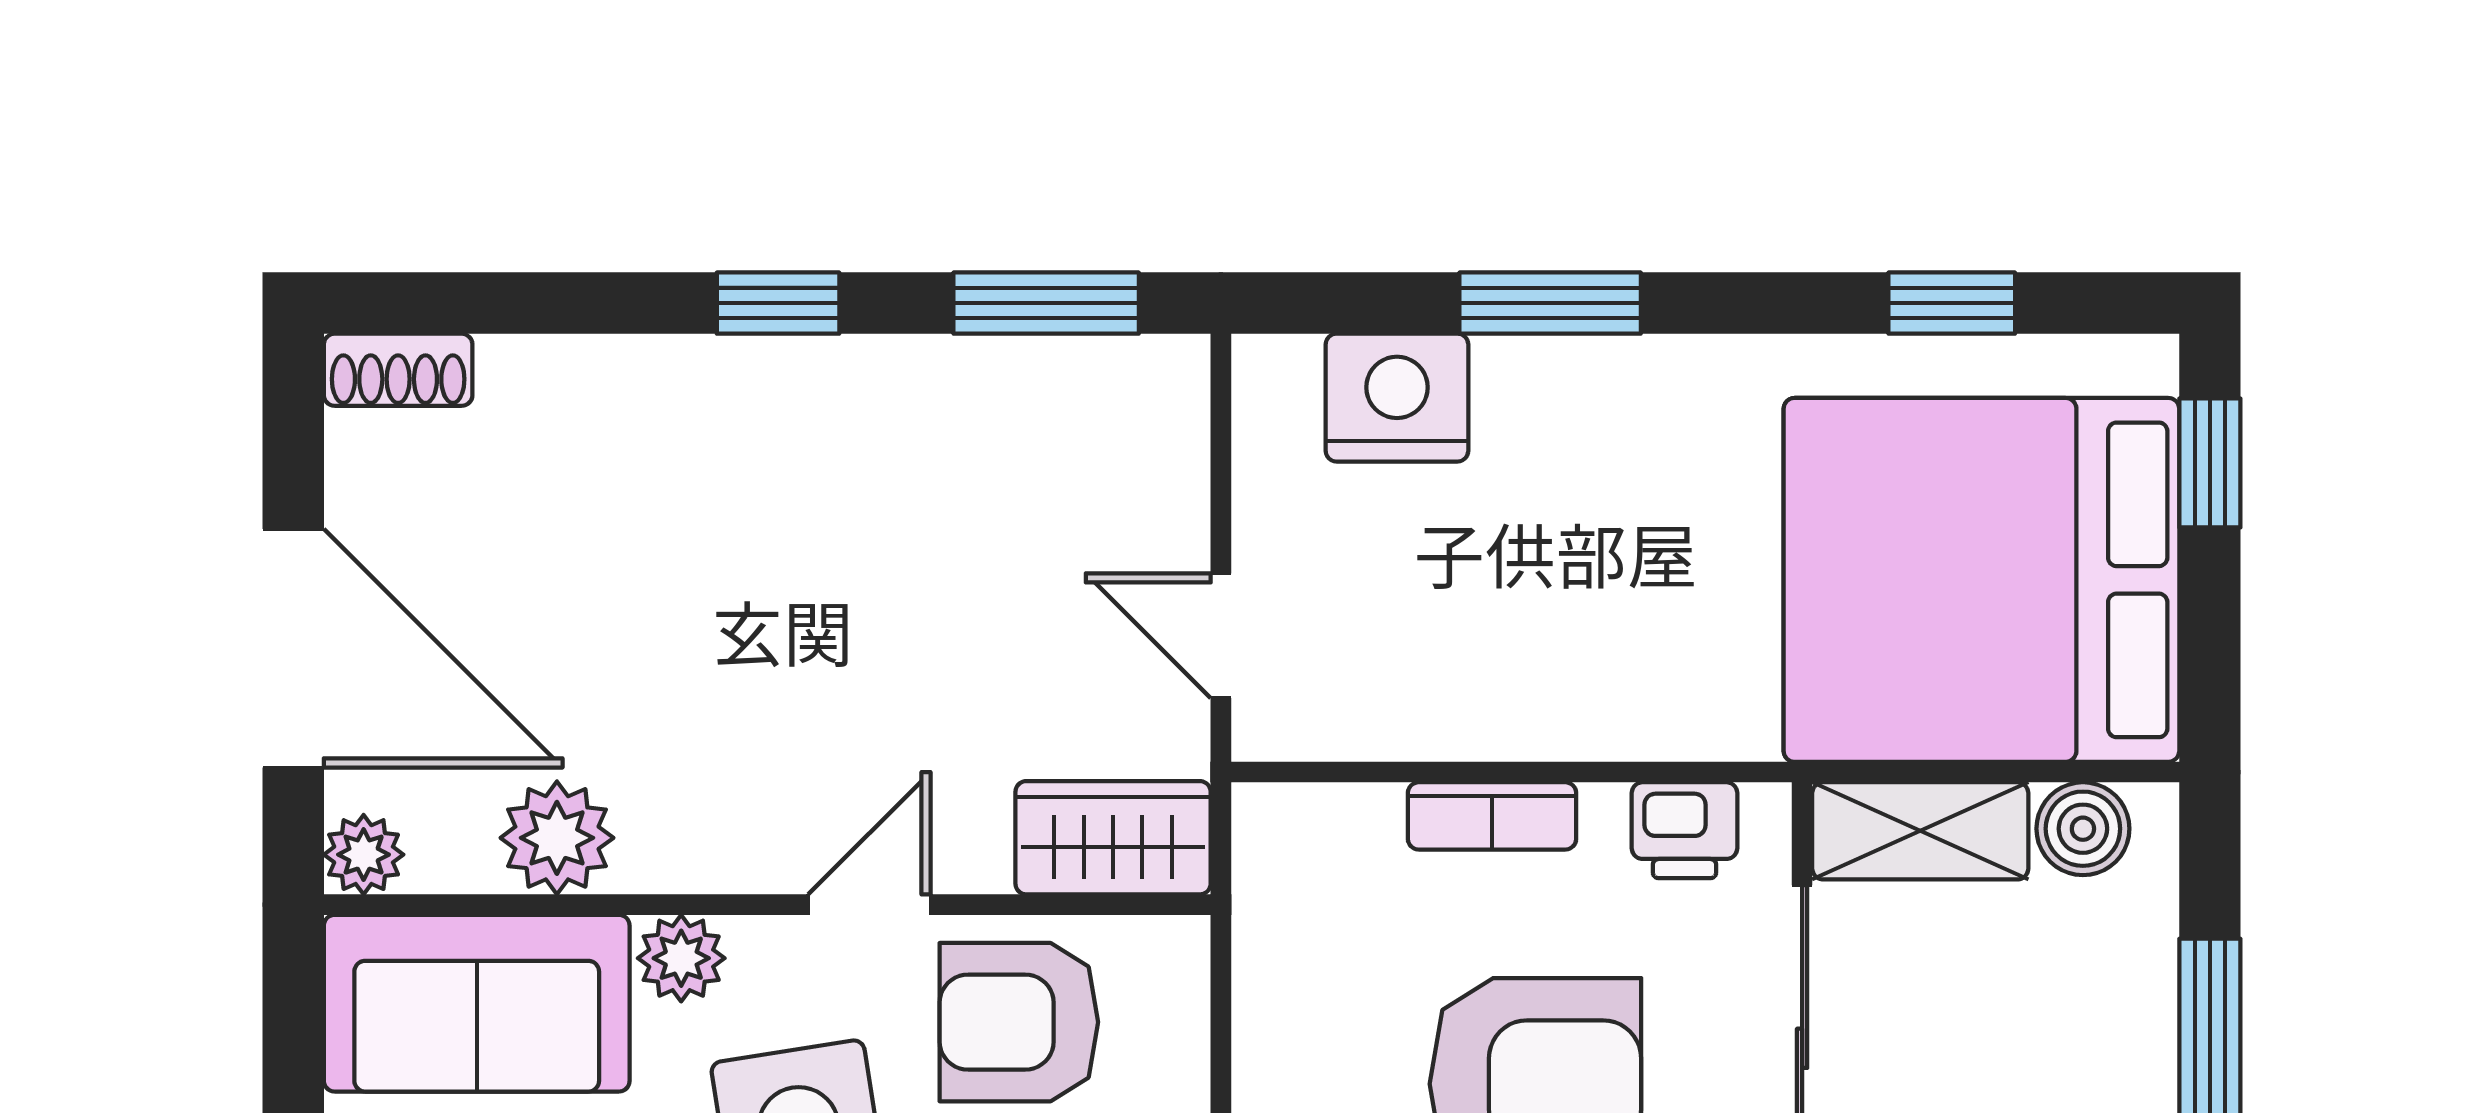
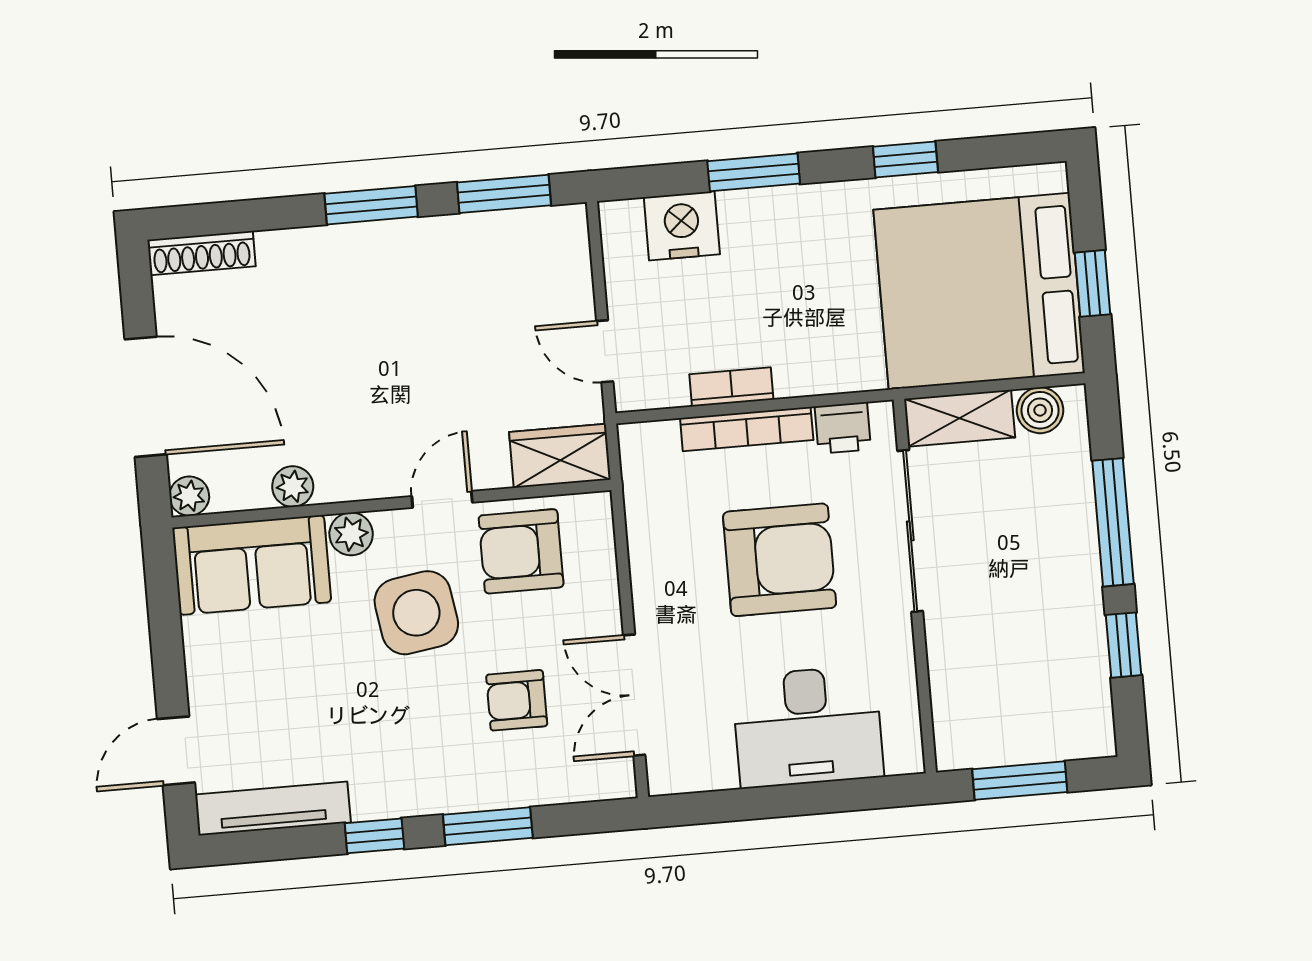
window: (778, 303) -> (371, 205), width x1.50
window: (1952, 303) -> (905, 159), moved
shoe rack: (398, 370) -> (202, 253), width x1.43
window: (2210, 463) -> (1092, 283), moved
bookcase: (1469, 729) -> (731, 387), added
bookcase: (1492, 816) -> (747, 429), width x1.56
plant: (557, 838) -> (293, 487), width x0.73, depth x0.73

